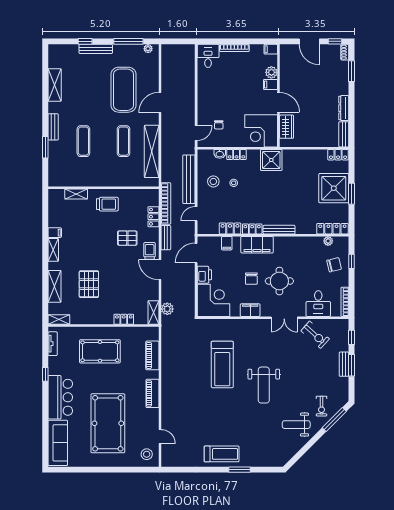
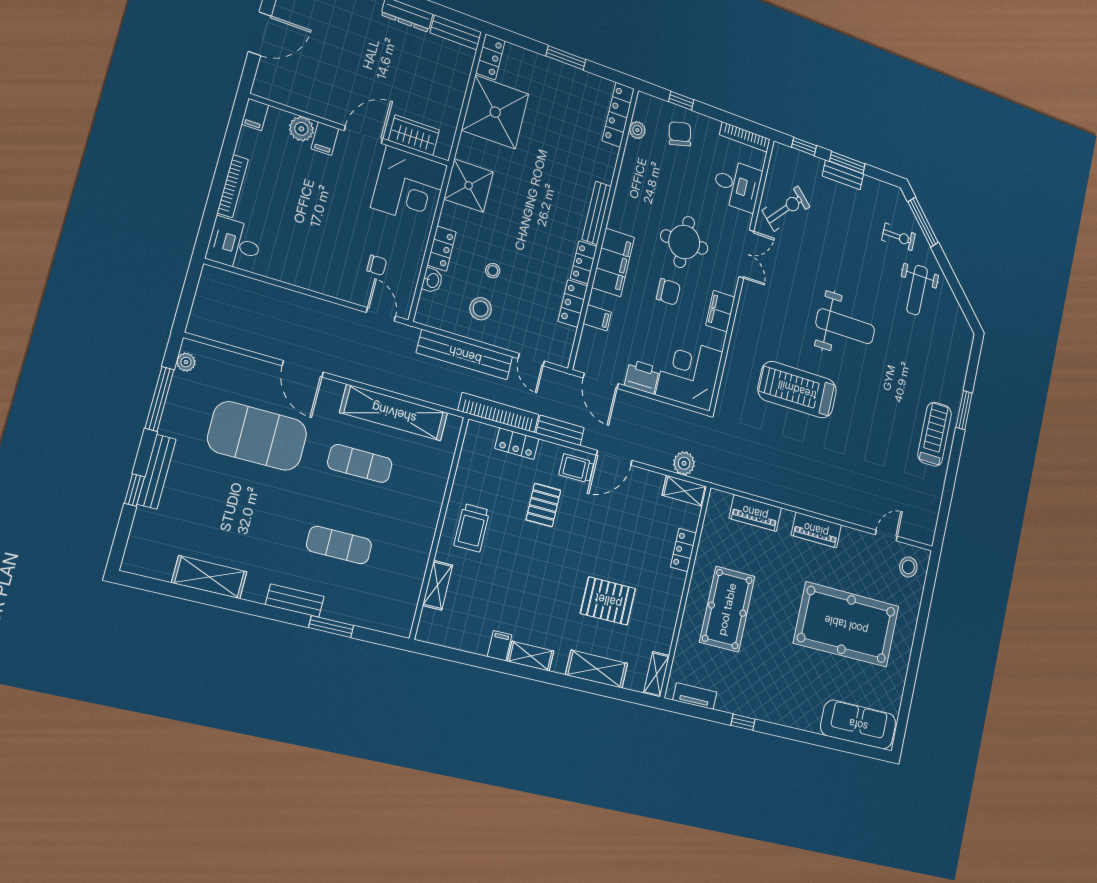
shower: (334, 188) -> (495, 112), moved
trolley: (107, 204) -> (472, 528), turned 180
treadmill: (222, 364) -> (797, 390), turned 180
bar counter: (60, 397) -> (787, 703), removed

